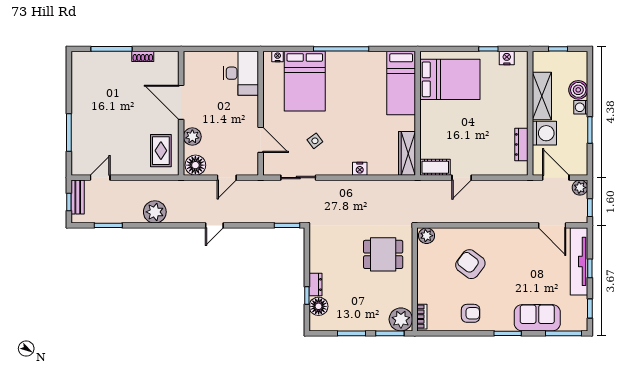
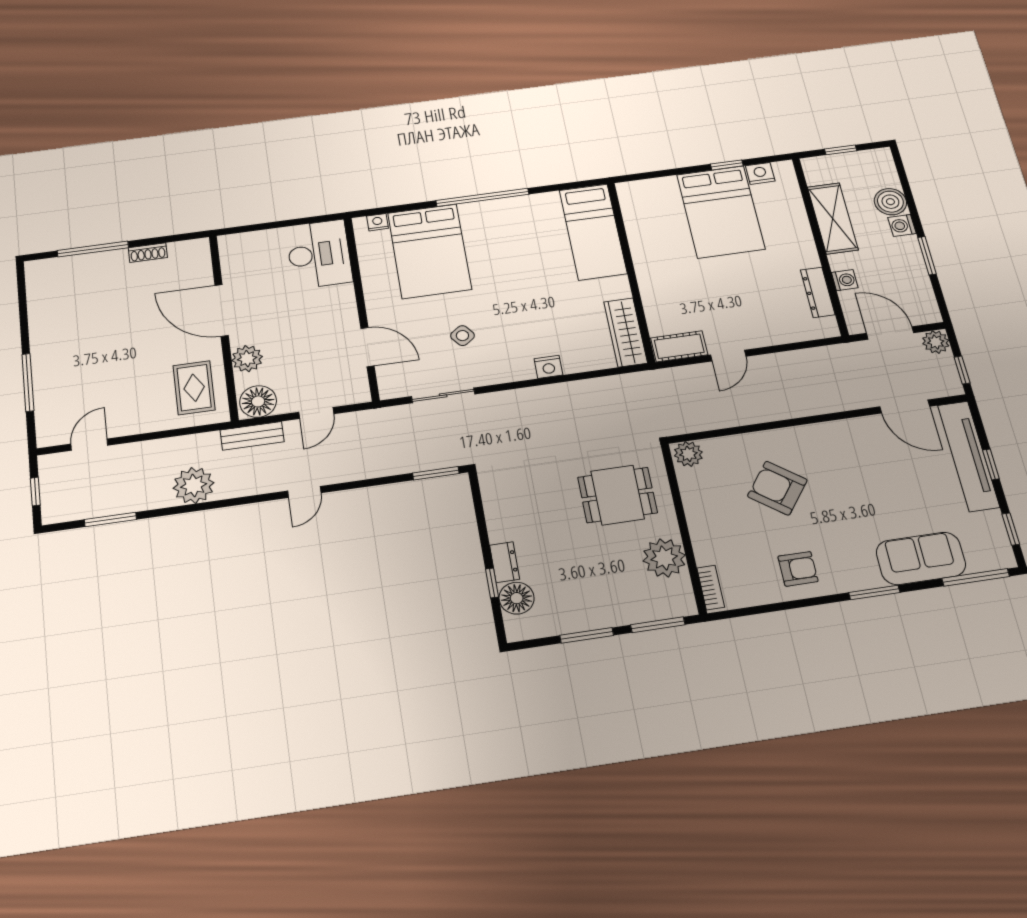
bed: (450, 79) -> (721, 212), moved, turned 90
washing machine: (544, 133) -> (845, 280), width x0.53, depth x0.53
bench: (78, 197) -> (252, 436), moved, turned 90
plant: (401, 319) -> (664, 558), moved

